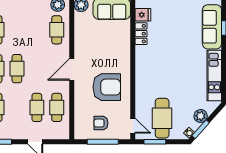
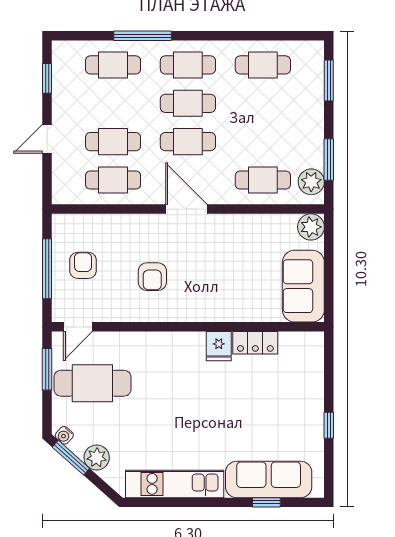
fridge: (143, 15) -> (219, 346), moved
cafe table: (37, 69) -> (188, 142), added
armchair: (107, 87) -> (152, 277), width x0.53, depth x0.53

